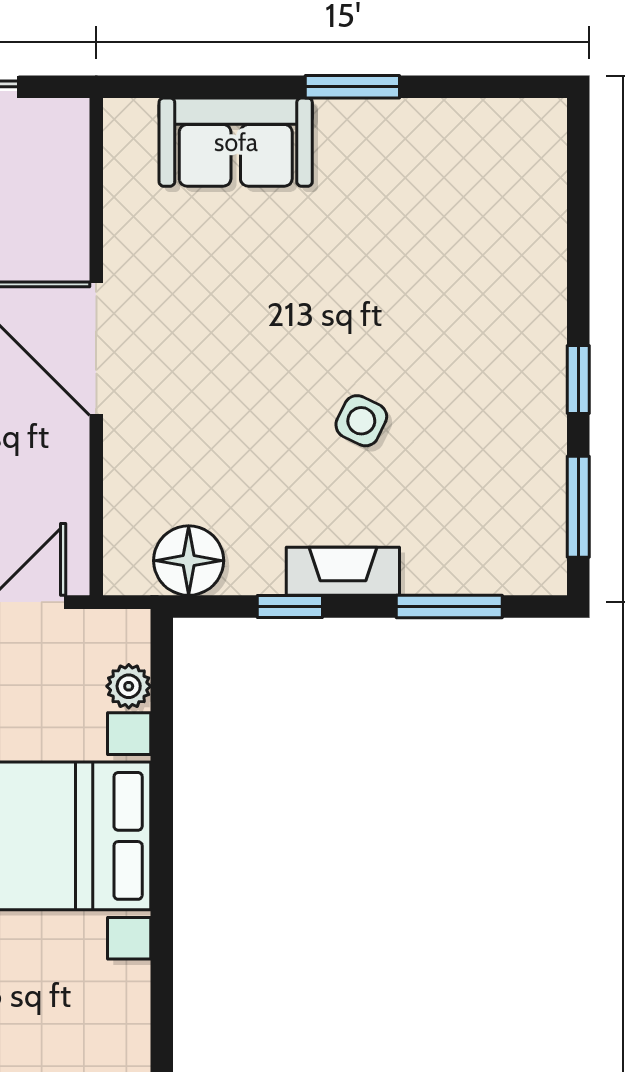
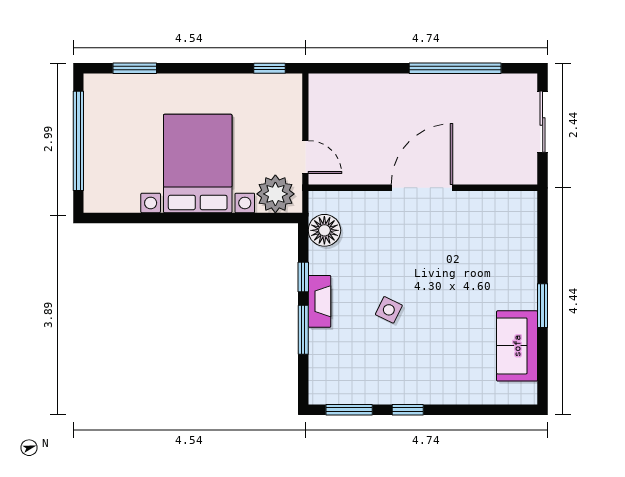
sofa: (236, 142) -> (517, 346), moved
window: (449, 607) -> (303, 330), moved
plant: (129, 686) -> (275, 194), width x1.88, depth x1.88

